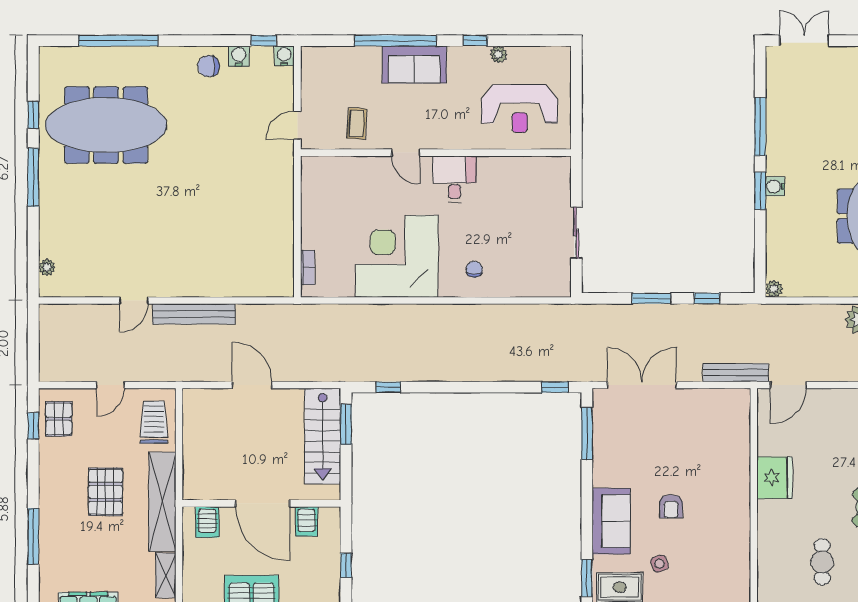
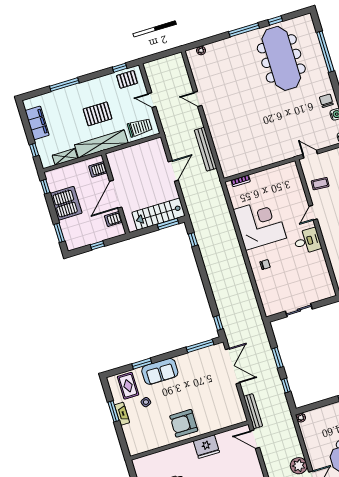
bench: (194, 314) -> (206, 149), moved
armchair: (671, 506) -> (184, 423), moved, width x1.88, depth x1.88
window: (587, 578) -> (142, 364), moved

